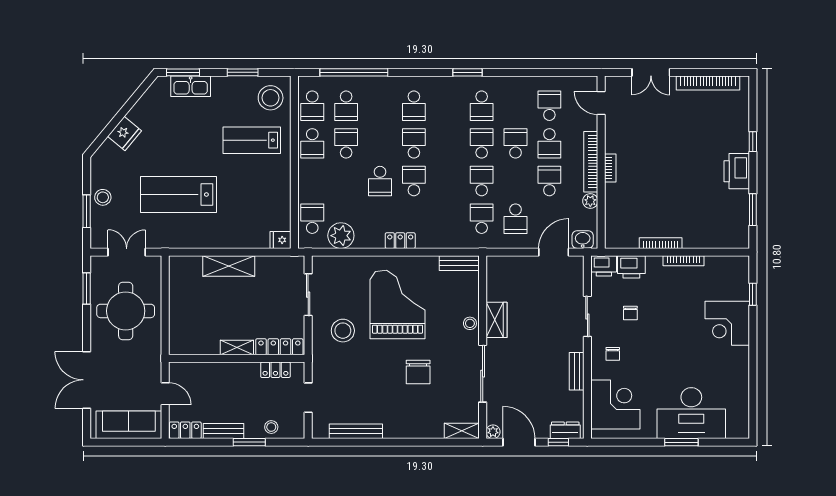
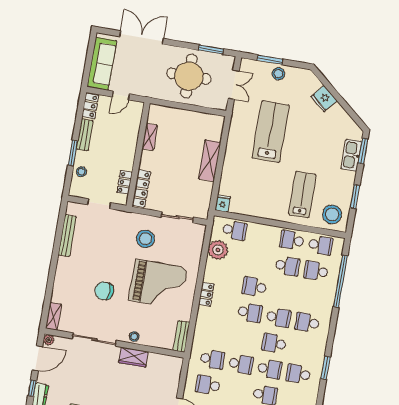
school desk: (312, 106) -> (321, 245), turned 180
school desk: (448, 143) -> (274, 343), added
shelving: (237, 347) -> (150, 137), moved

